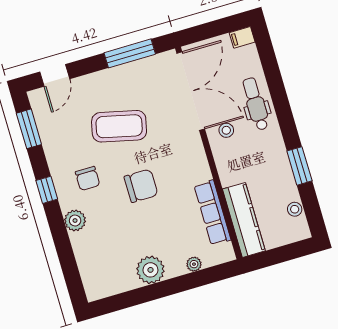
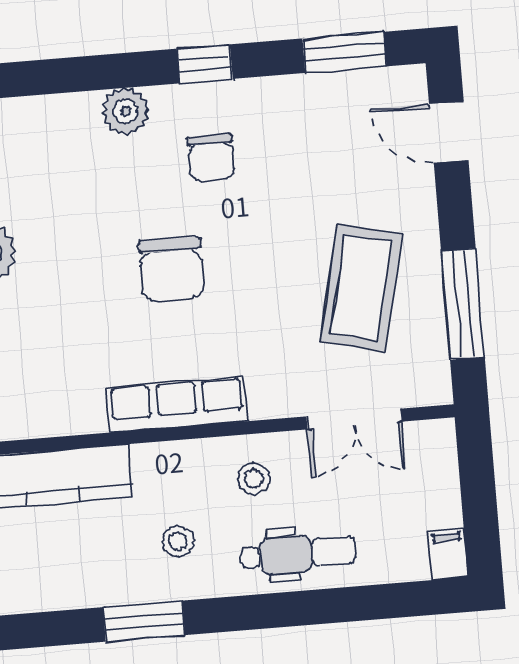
double door: (191, 91) -> (354, 419), width x0.54
coffee table: (119, 126) -> (361, 287), moved
chair: (88, 178) -> (211, 157), turned -90
stool: (295, 209) -> (178, 541), moved
row of seats: (212, 213) -> (177, 404), moved

